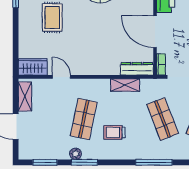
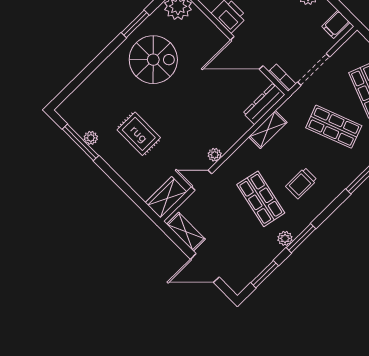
plant: (82, 70) -> (215, 155), added

